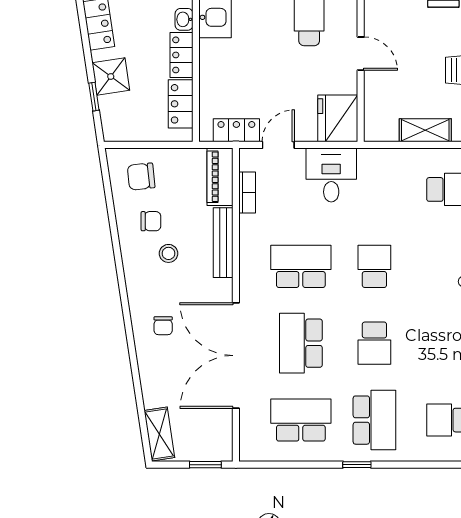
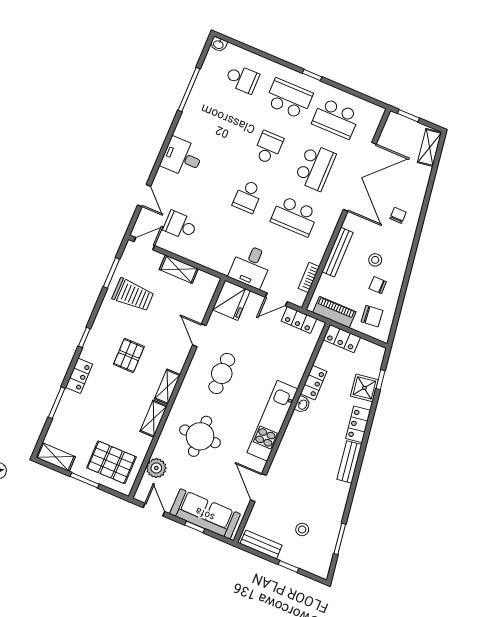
locker: (181, 104) -> (342, 339), moved, turned 90
piano: (220, 177) -> (334, 312), moved, turned -90
school desk: (374, 420) -> (289, 99), turned 90

